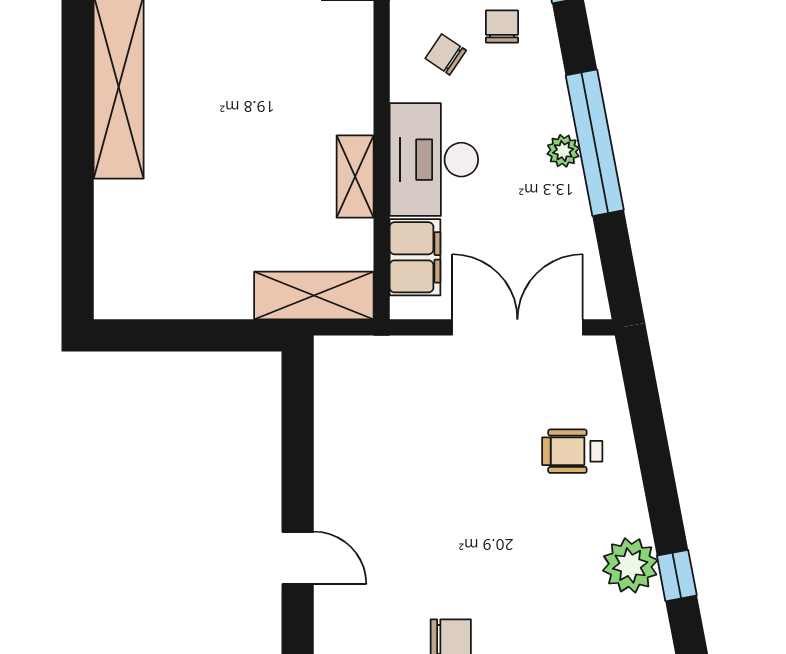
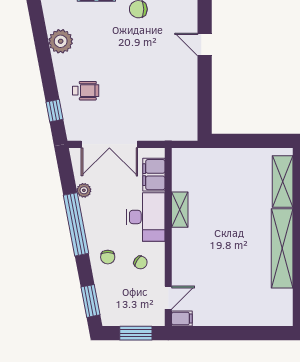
chair: (502, 27) -> (108, 257), moved
plant: (563, 151) -> (84, 190), moved
shelving: (314, 295) -> (283, 181), moved, turned 90
window: (677, 576) -> (54, 111), moved

